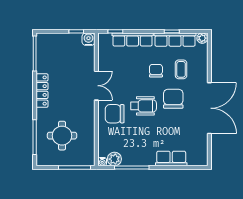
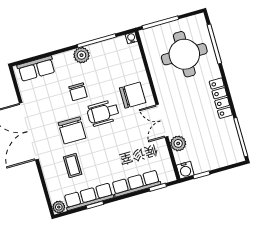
plant: (88, 63) -> (178, 143), added
chair: (156, 71) -> (78, 92), moved
round table: (62, 136) -> (184, 54), width x1.36, depth x1.36
plant: (114, 159) -> (81, 55), moved
row of seats: (171, 159) -> (36, 69), moved

